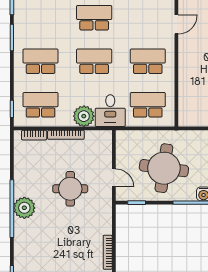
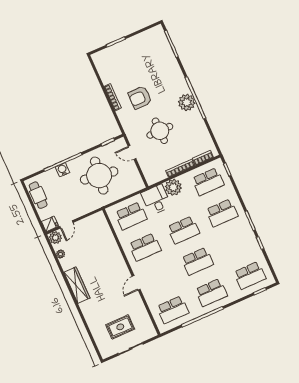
armchair: (76, 238) -> (140, 98), added

